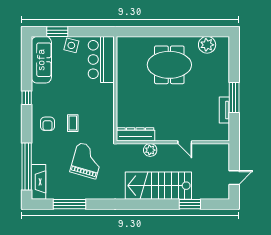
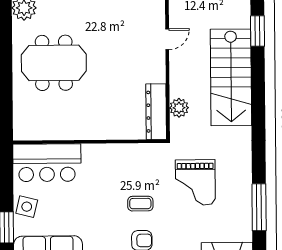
meeting table: (169, 65) -> (54, 63), turned 90
plant: (150, 150) -> (179, 108), moved
grand piano: (87, 161) -> (195, 182), turned -106

